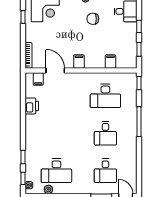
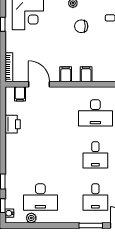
filing cabinet: (110, 62) -> (86, 74), moved

